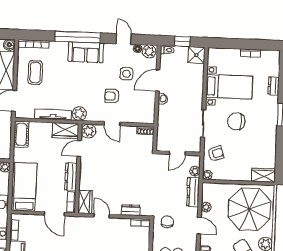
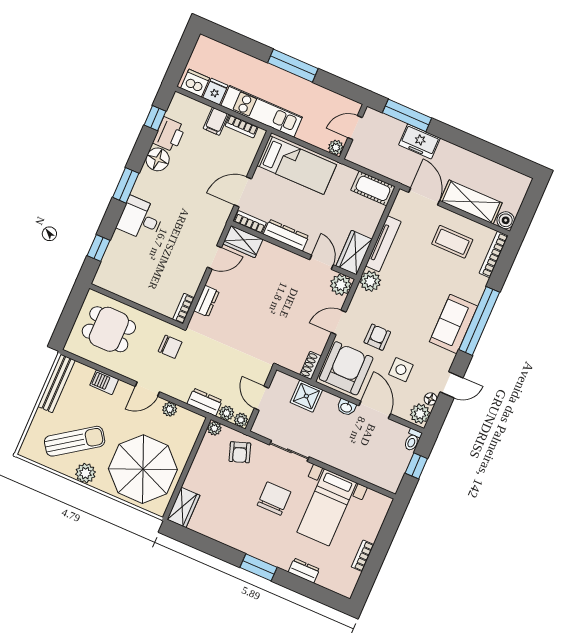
shower: (196, 55) -> (306, 396), moved
armchair: (139, 108) -> (346, 368), added
plant: (196, 161) -> (241, 420), added
dresser: (193, 192) -> (205, 402), width x0.70

